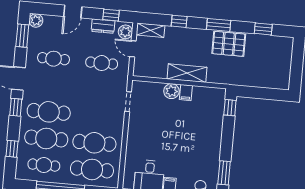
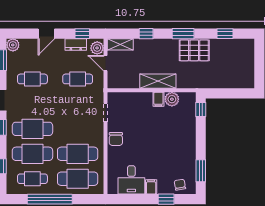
plant: (171, 91) -> (172, 99), moved
chair: (137, 131) -> (116, 139), added

